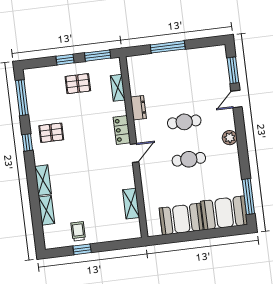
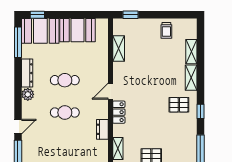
pallet: (51, 133) -> (179, 105), moved
dresser: (233, 162) -> (27, 73), added
window: (230, 231) -> (37, 15), added
window: (82, 249) -> (130, 15), moved

